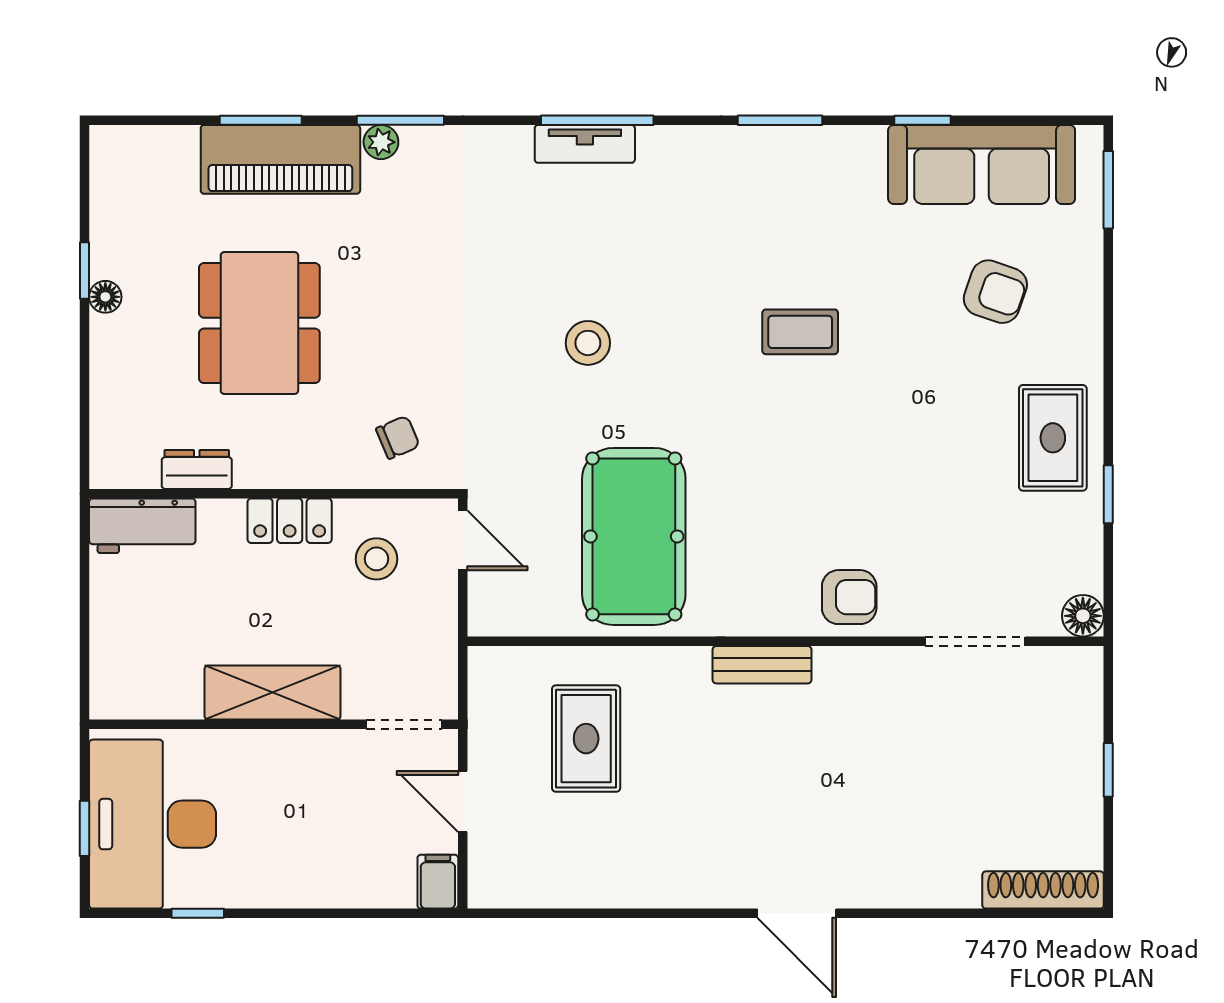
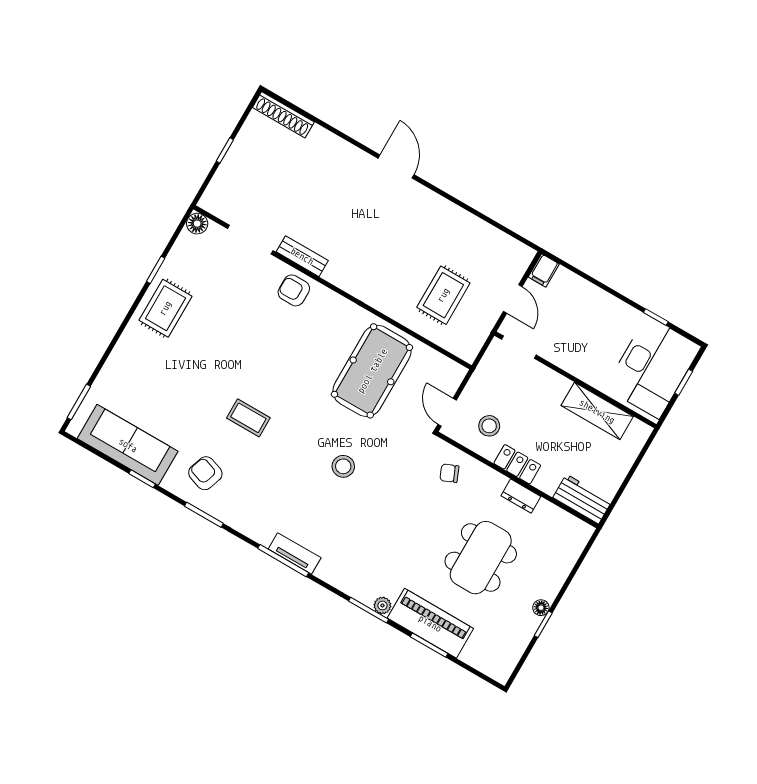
armchair: (995, 292) -> (205, 473), moved
dresser: (197, 469) -> (521, 496), moved
bench: (762, 665) -> (302, 256), moved
shelving: (273, 692) -> (597, 411), moved

